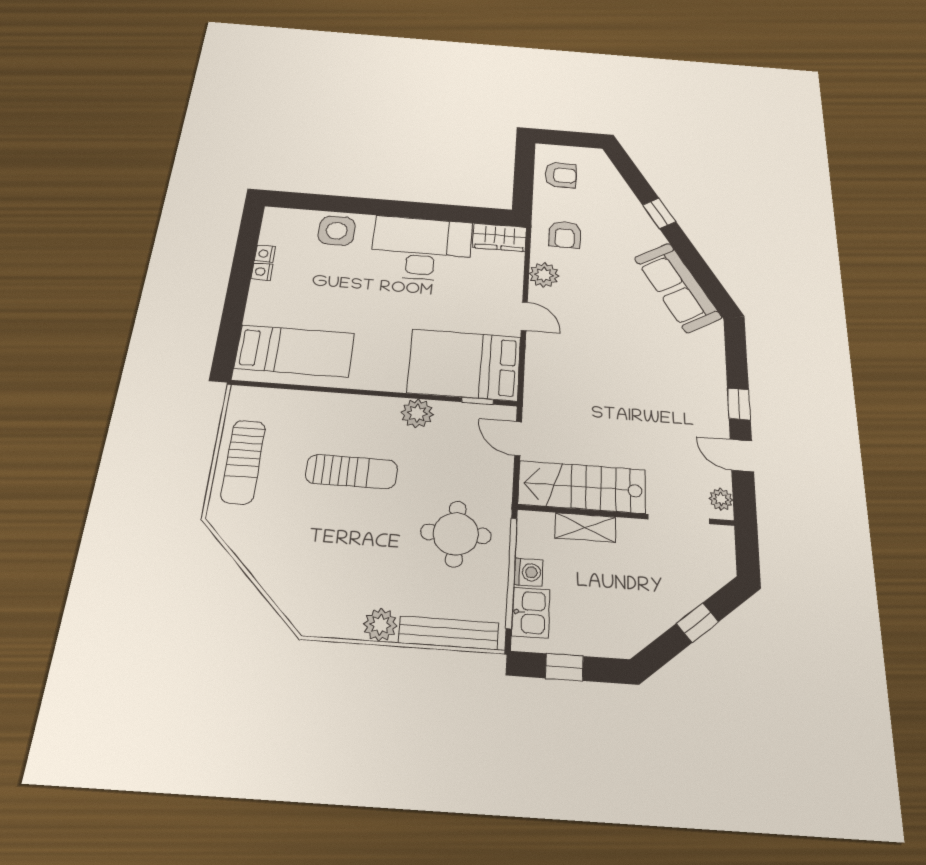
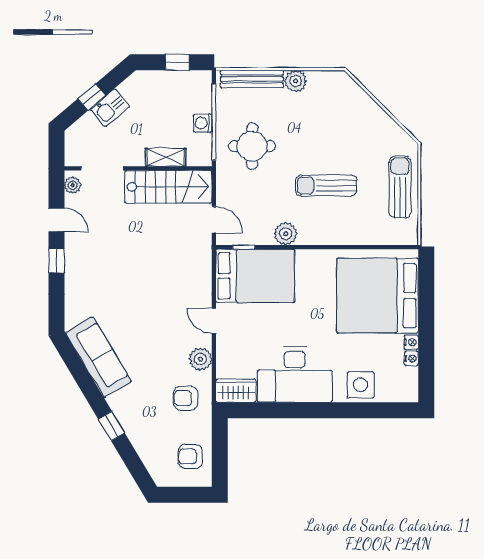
armchair: (565, 235) -> (186, 398), turned -90
bed: (295, 351) -> (378, 296), width x2.04
kitchen sink: (531, 612) -> (110, 108), moved, turned -130

